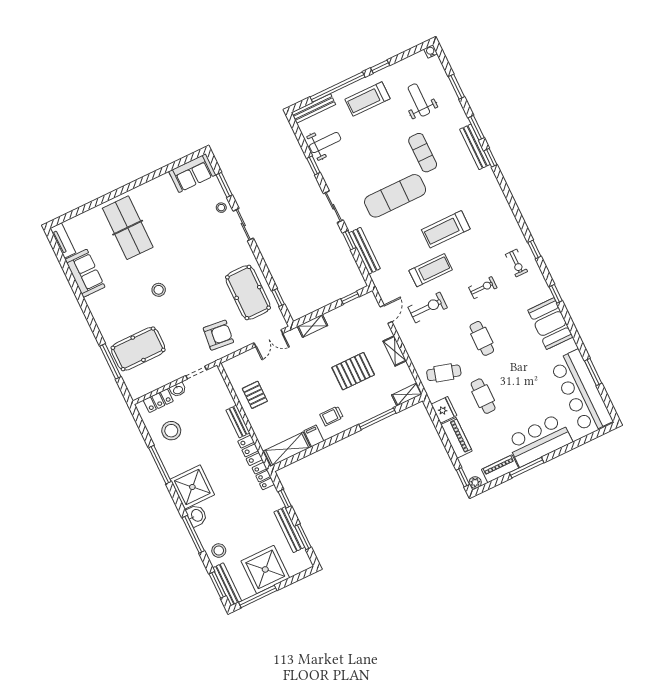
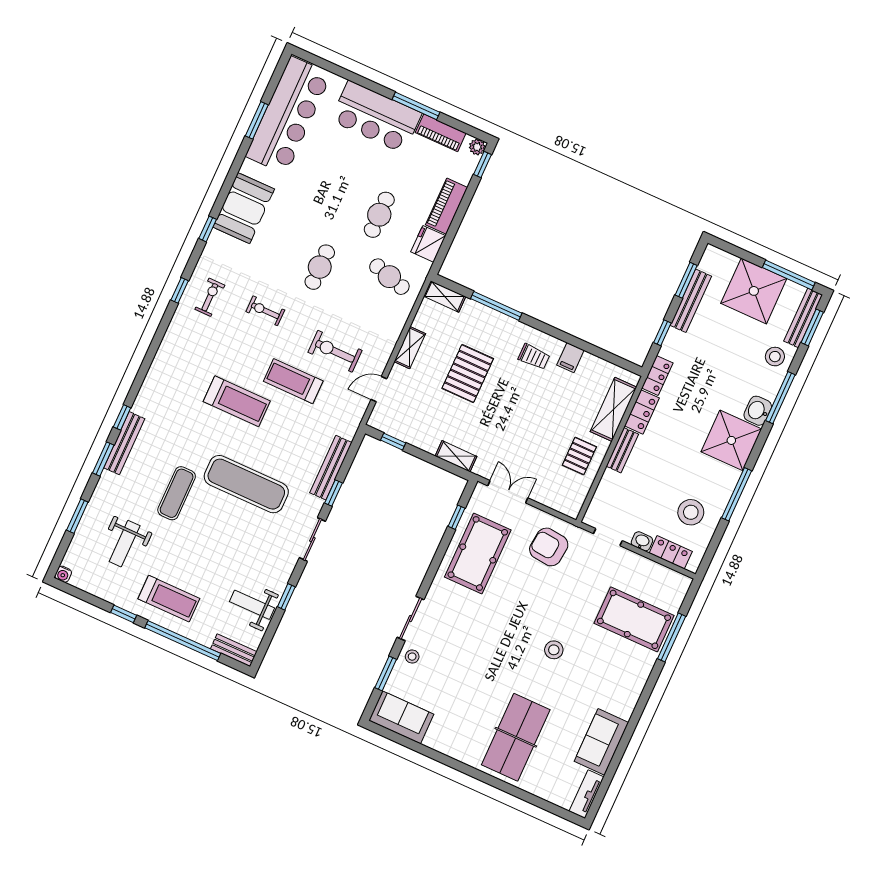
bench: (313, 109) -> (234, 650), width x0.73
pallet: (353, 371) -> (468, 374), turned 90
shelving: (287, 449) -> (614, 409), moved, turned 90

